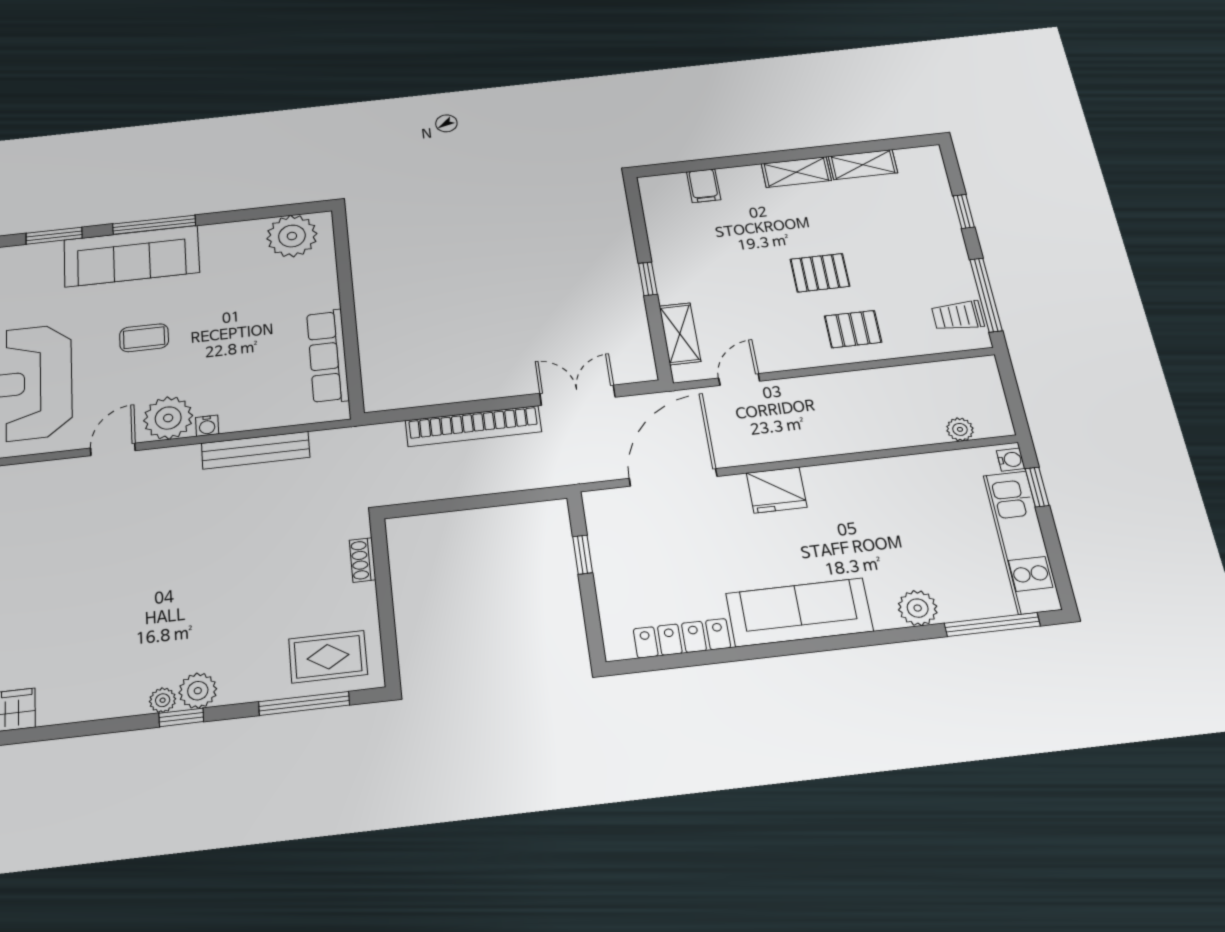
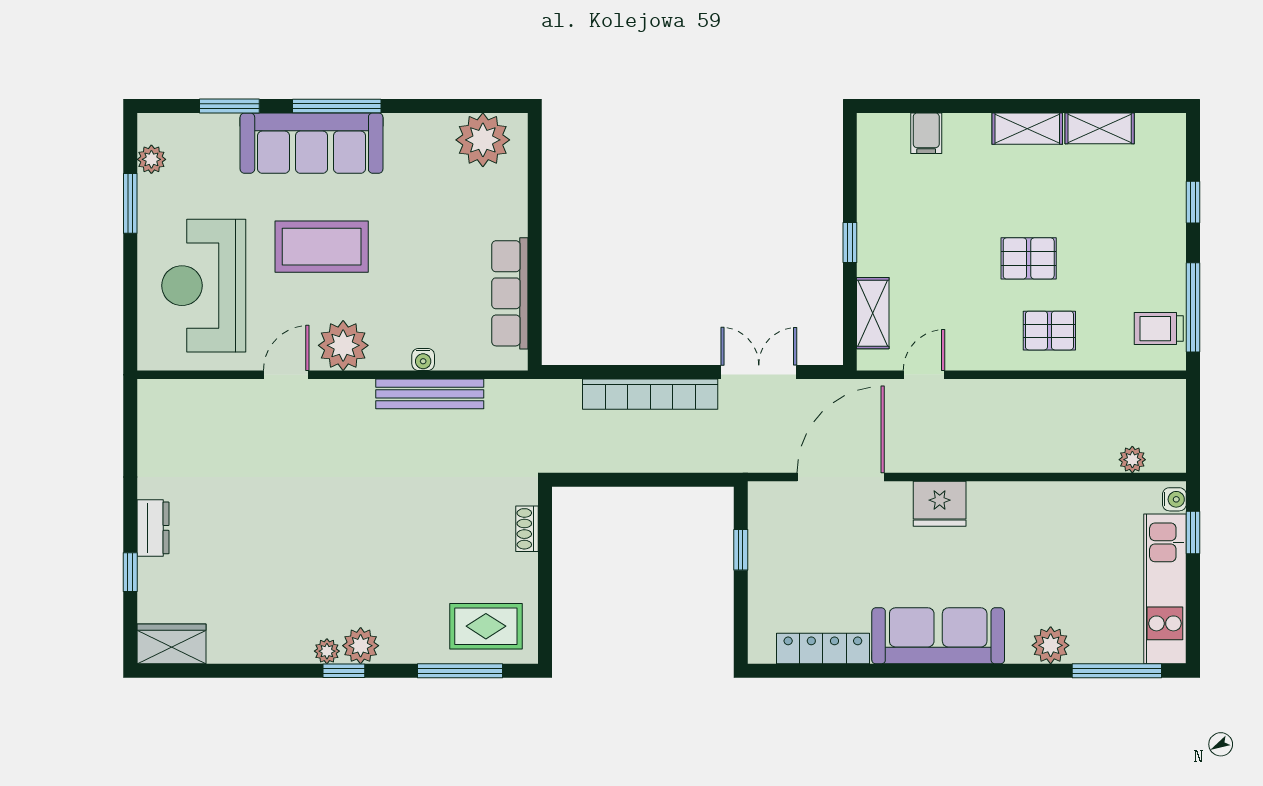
coffee table: (144, 338) -> (322, 247), width x1.86, depth x1.72
water cooler: (207, 426) -> (423, 359), moved

